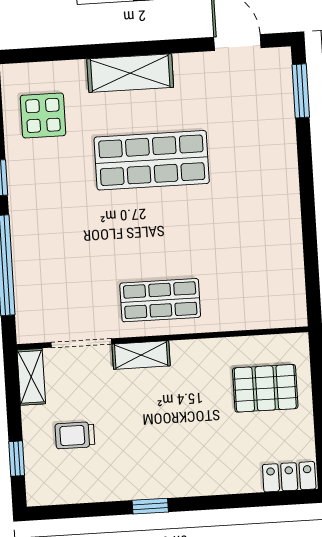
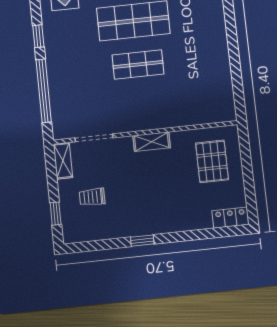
shop shelf: (160, 300) -> (138, 64), moved
shelving: (141, 355) -> (152, 142), moved
pallet: (265, 388) -> (212, 161), turned 90

